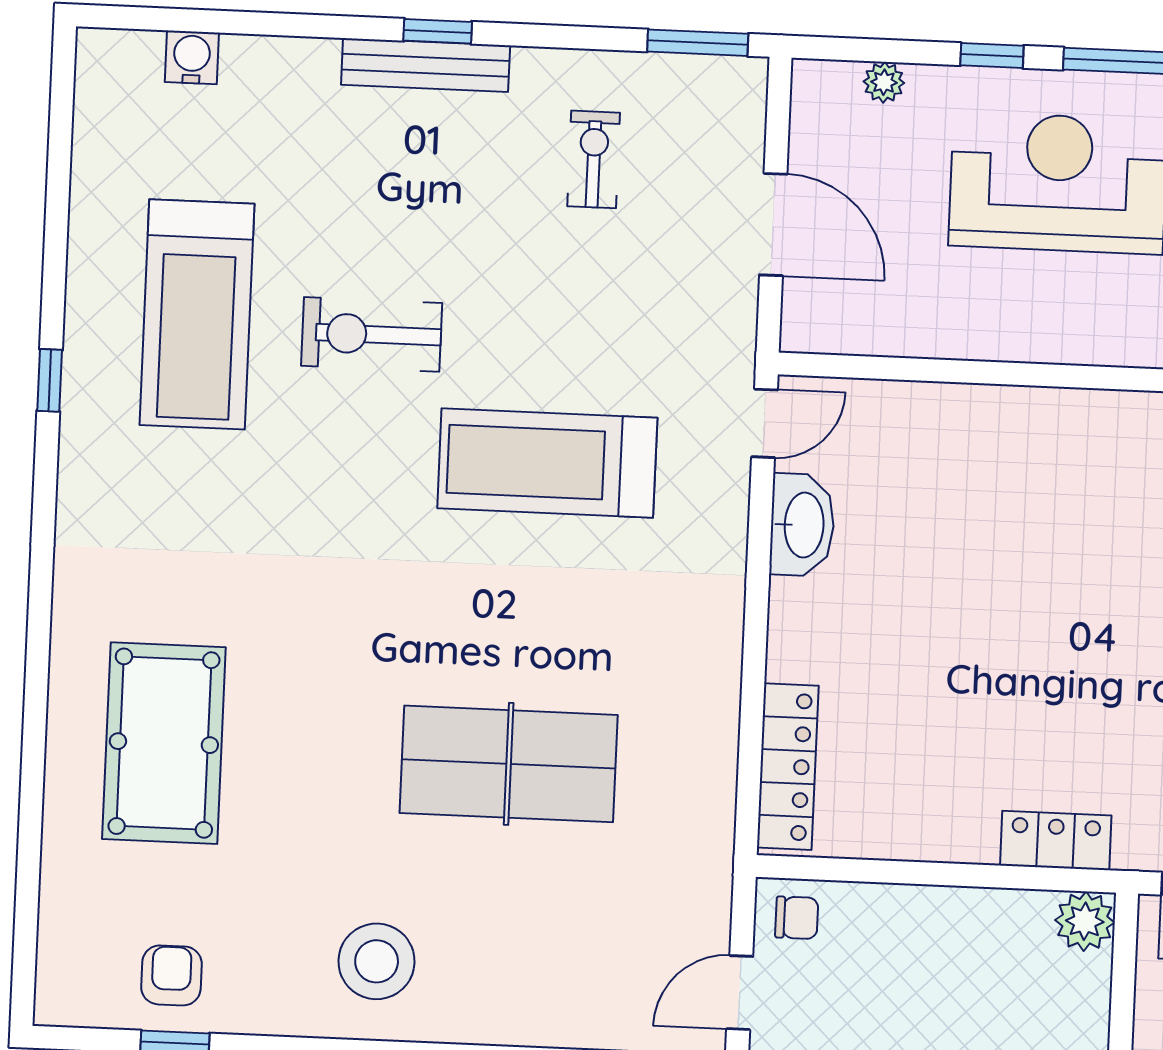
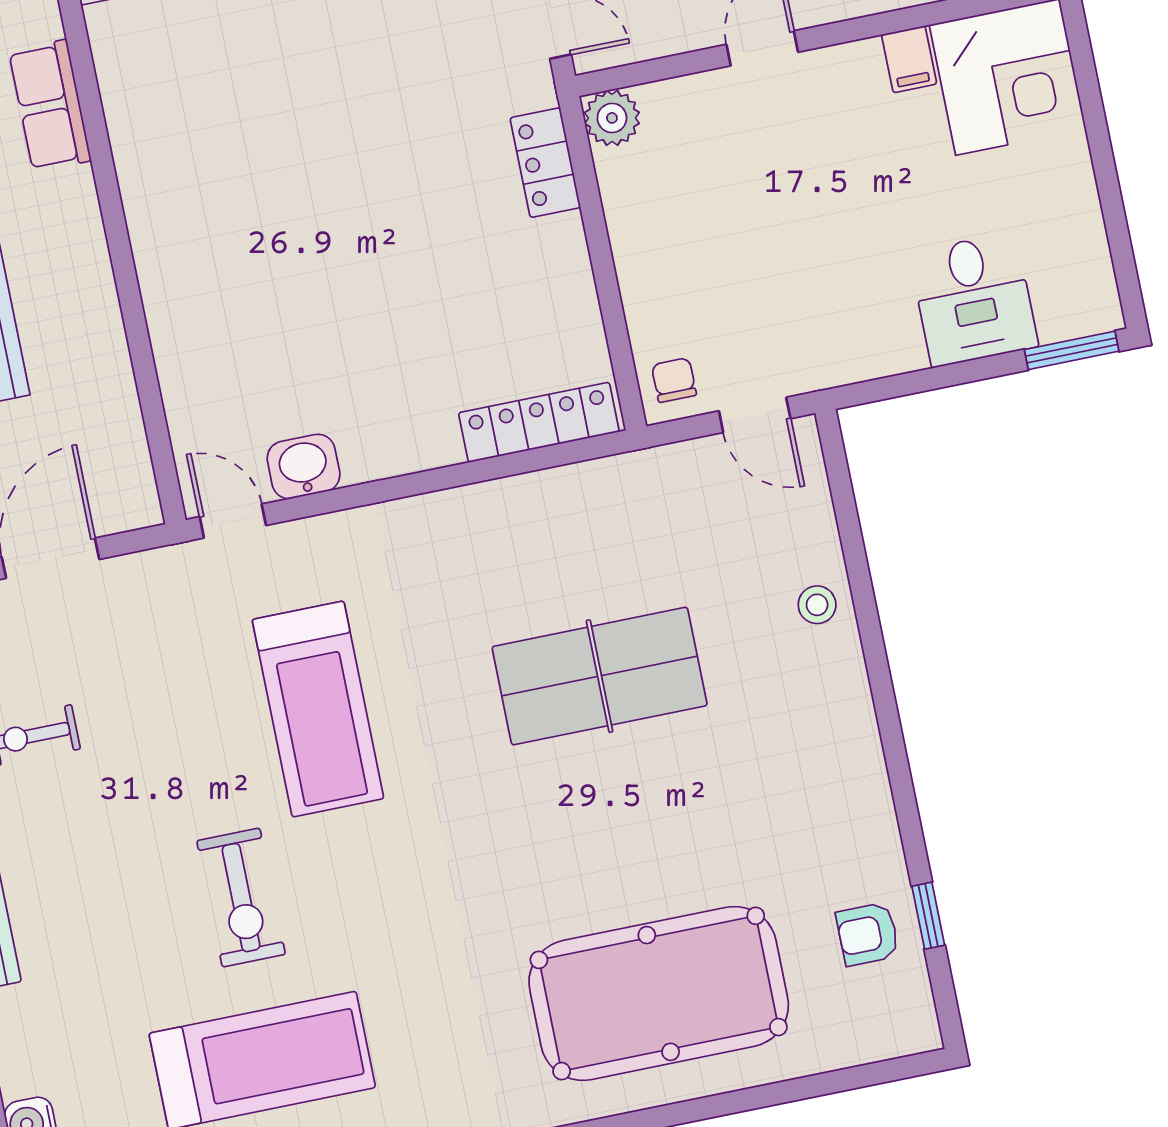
washbasin: (802, 525) -> (304, 467), width x0.72
pool table: (164, 743) -> (659, 993), width x1.36, depth x1.32
table tennis table: (509, 764) -> (600, 676), turned 90
stool: (377, 961) -> (817, 605), moved, width x0.53, depth x0.53

